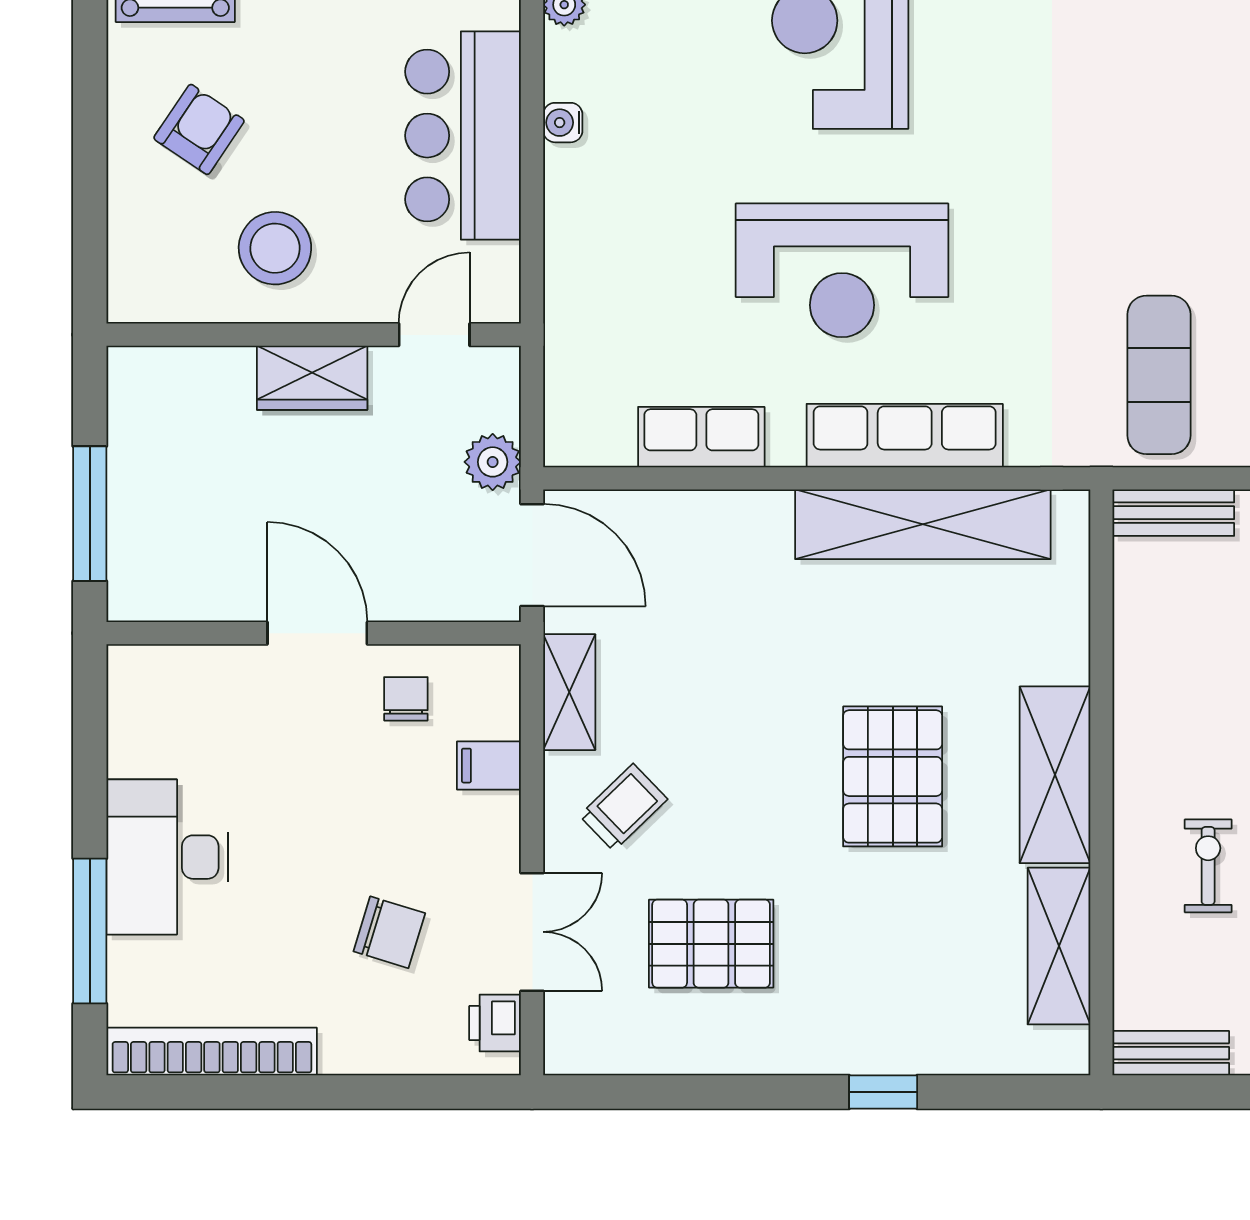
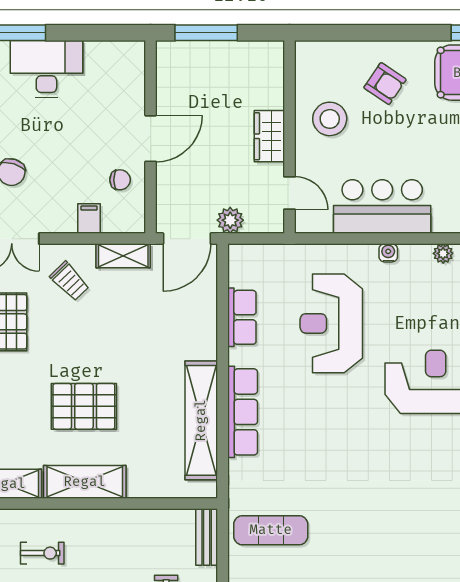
reception desk: (842, 270) -> (331, 323), moved

